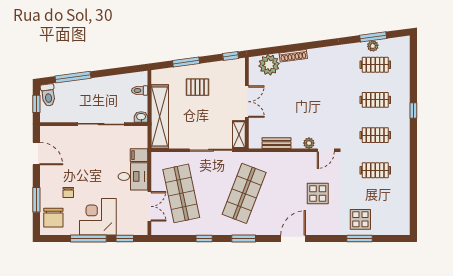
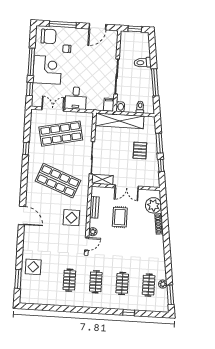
window: (373, 37) -> (170, 295), moved
window: (231, 56) -> (161, 165), moved
window: (73, 77) -> (155, 82), moved
toilet: (48, 95) -> (143, 63), moved
rug: (287, 108) -> (120, 217), added
window: (413, 111) -> (129, 313), moved
door: (326, 150) -> (87, 244), swing flipped
filing cabinet: (139, 155) -> (109, 105), moved
display table: (318, 193) -> (71, 218), moved
window: (36, 200) -> (63, 24), width x1.44
double door: (149, 206) -> (53, 109), swing flipped
chair: (53, 218) -> (49, 36), turned 180
window: (244, 238) -> (24, 178), removed
window: (359, 238) -> (18, 279), moved

